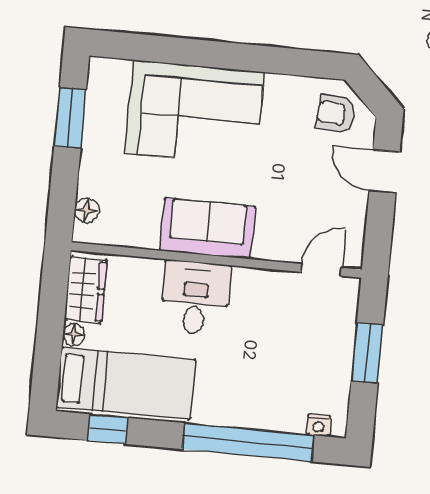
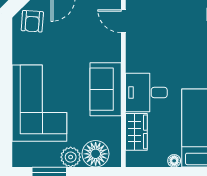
plant: (97, 157) -> (71, 157), added
floor lamp: (87, 211) -> (96, 154), width x1.89, depth x1.89
wardrobe: (85, 290) -> (136, 132), moved, turned 90

